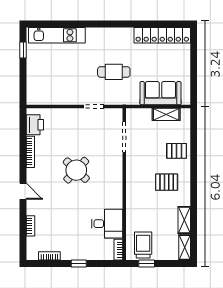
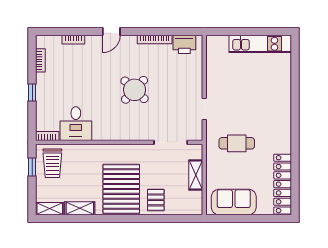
kitchen unit: (57, 35) -> (260, 44), moved, turned -90
window: (23, 50) -> (266, 31), removed
cafe table: (114, 72) -> (237, 143), moved, turned 90
sofa: (160, 93) -> (234, 202), moved, turned -90
shelving: (166, 114) -> (196, 175), moved
pallet: (167, 182) -> (121, 189), width x2.05, depth x2.00
trolley: (143, 245) -> (52, 163), turned 90

